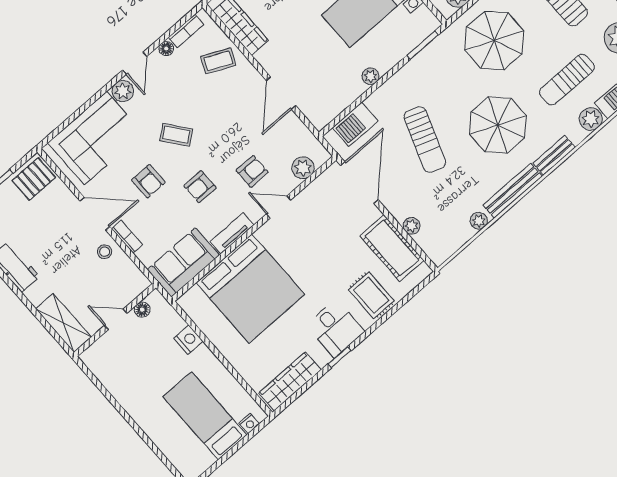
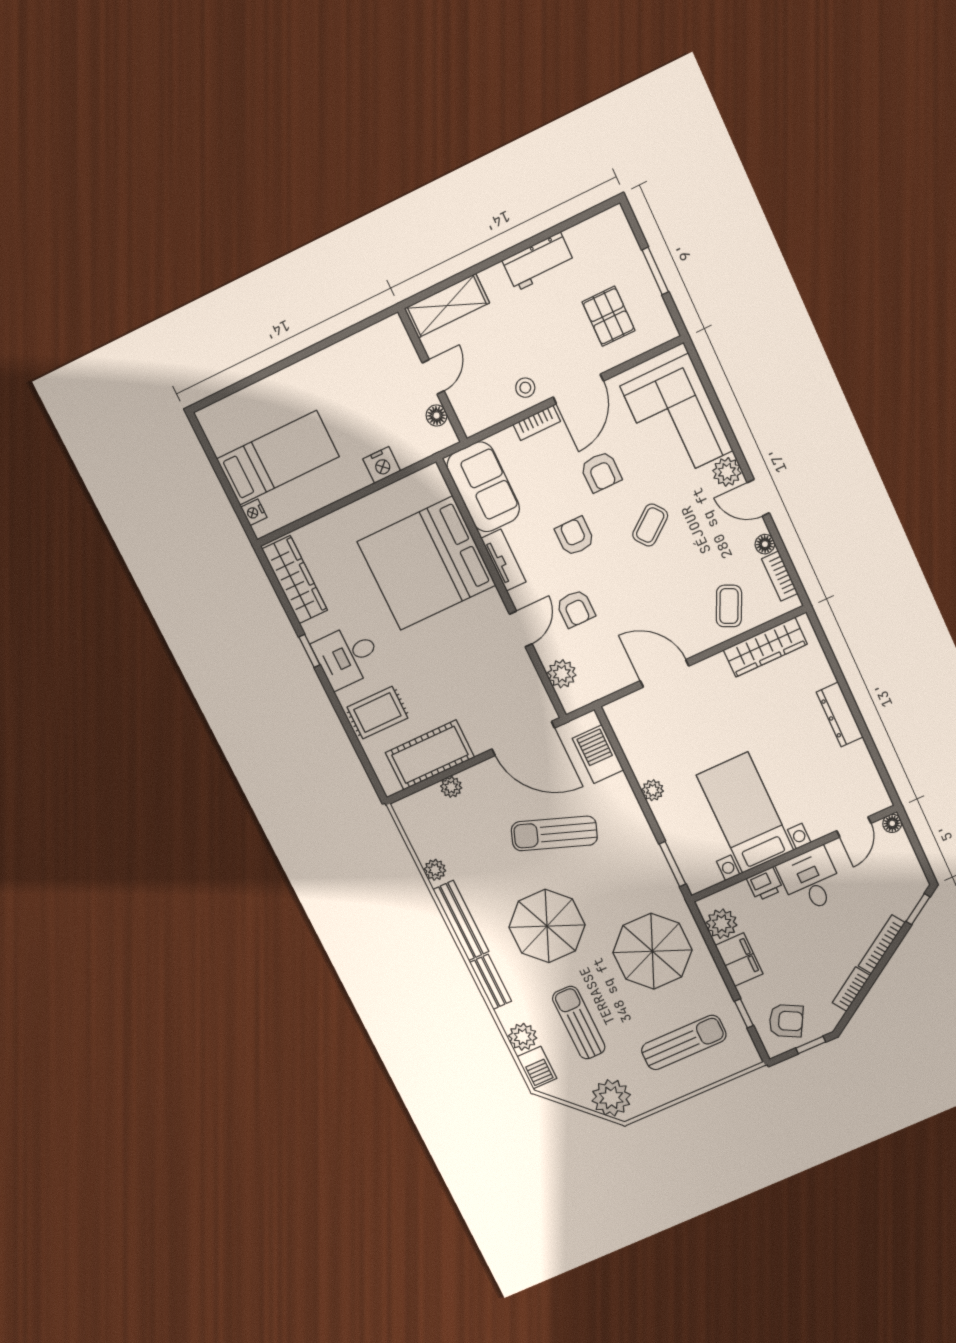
pallet: (34, 179) -> (609, 316), moved
armchair: (148, 181) -> (601, 472), turned -90

